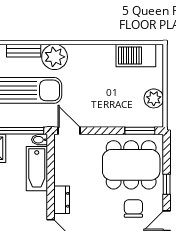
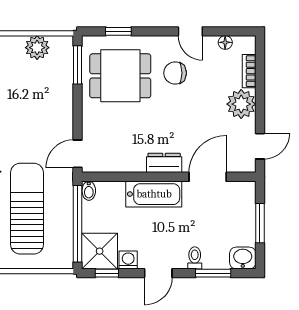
dining table: (131, 165) -> (120, 76), width x0.73
bathtub: (37, 169) -> (154, 194), moved
window: (167, 184) -> (118, 31), moved

